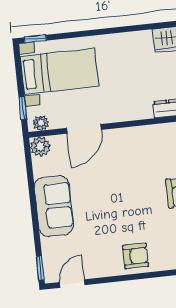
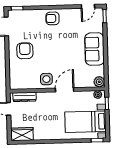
door: (84, 129) -> (65, 90), moved
side table: (138, 144) -> (46, 79), added

